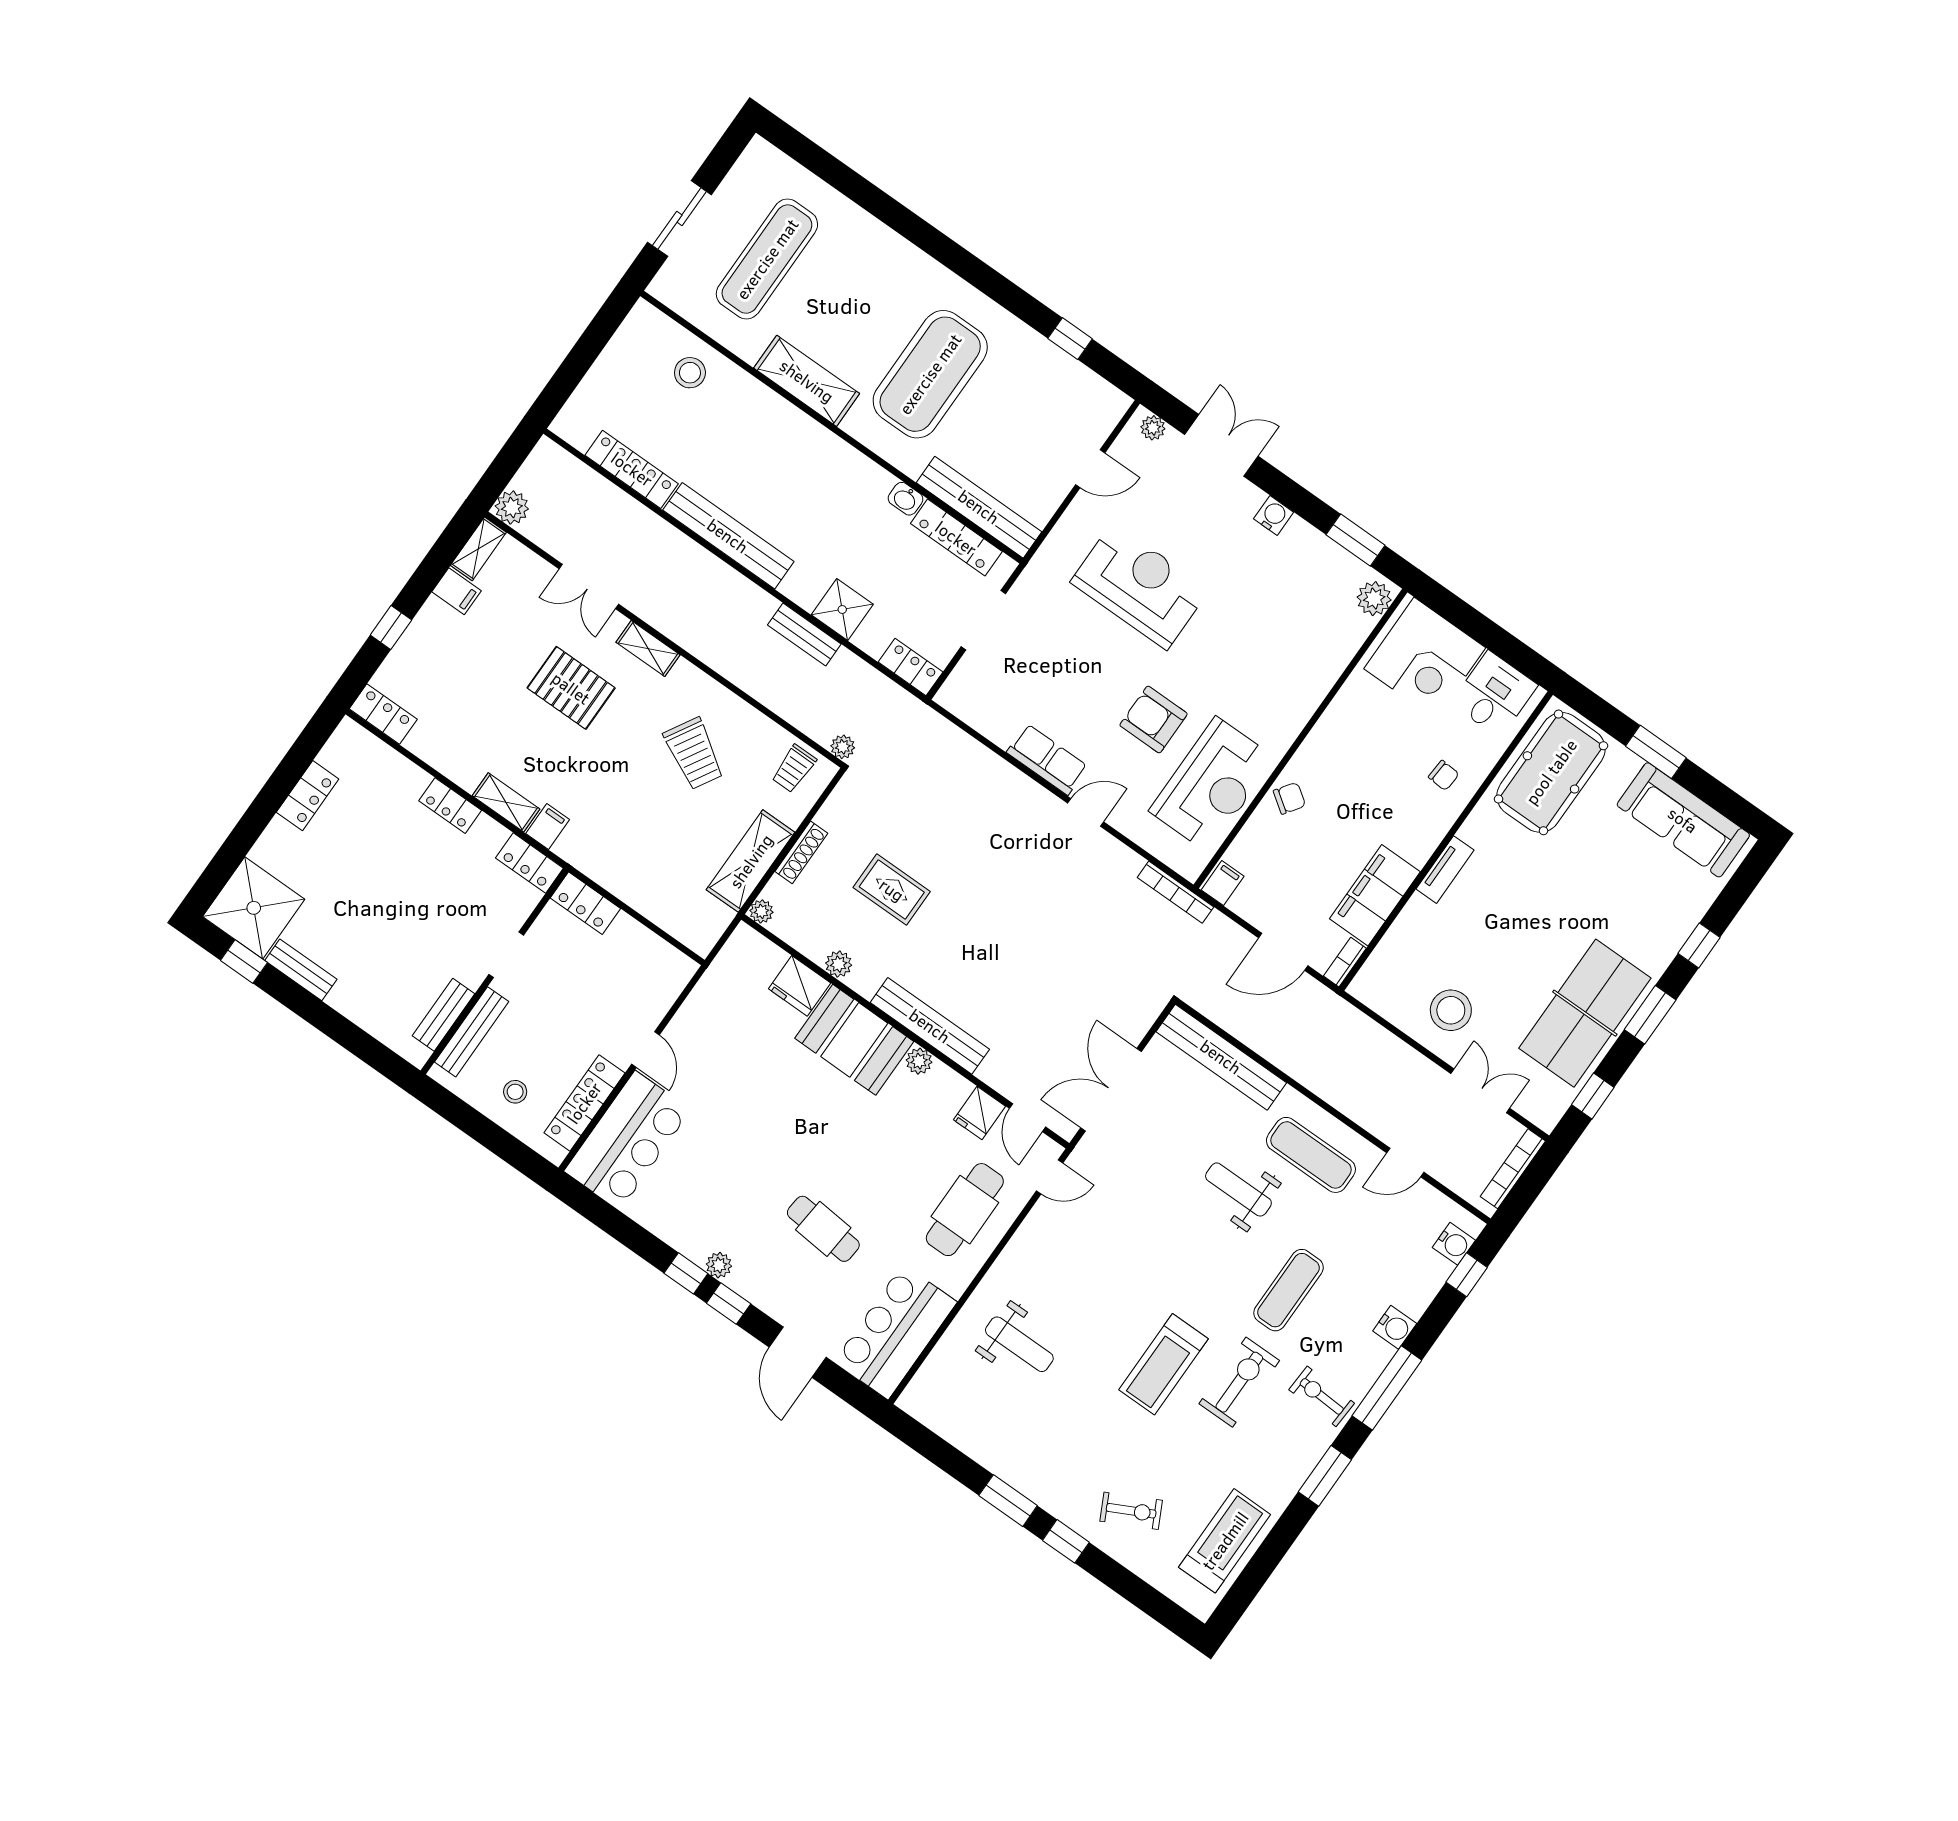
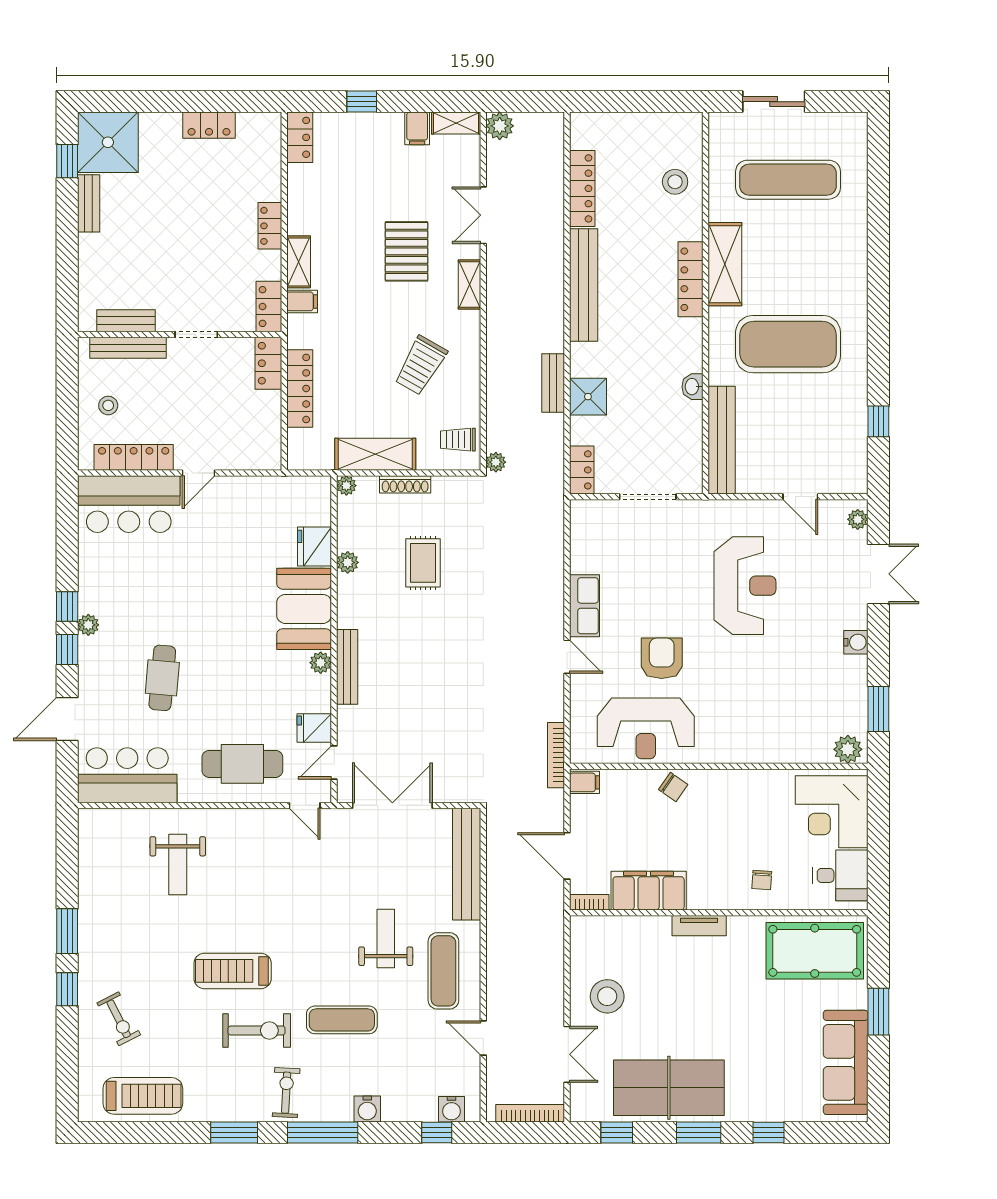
locker: (956, 538) -> (691, 279), moved
locker: (632, 890) -> (300, 388), added
bench: (930, 1026) -> (347, 667), width x0.73, depth x0.82

